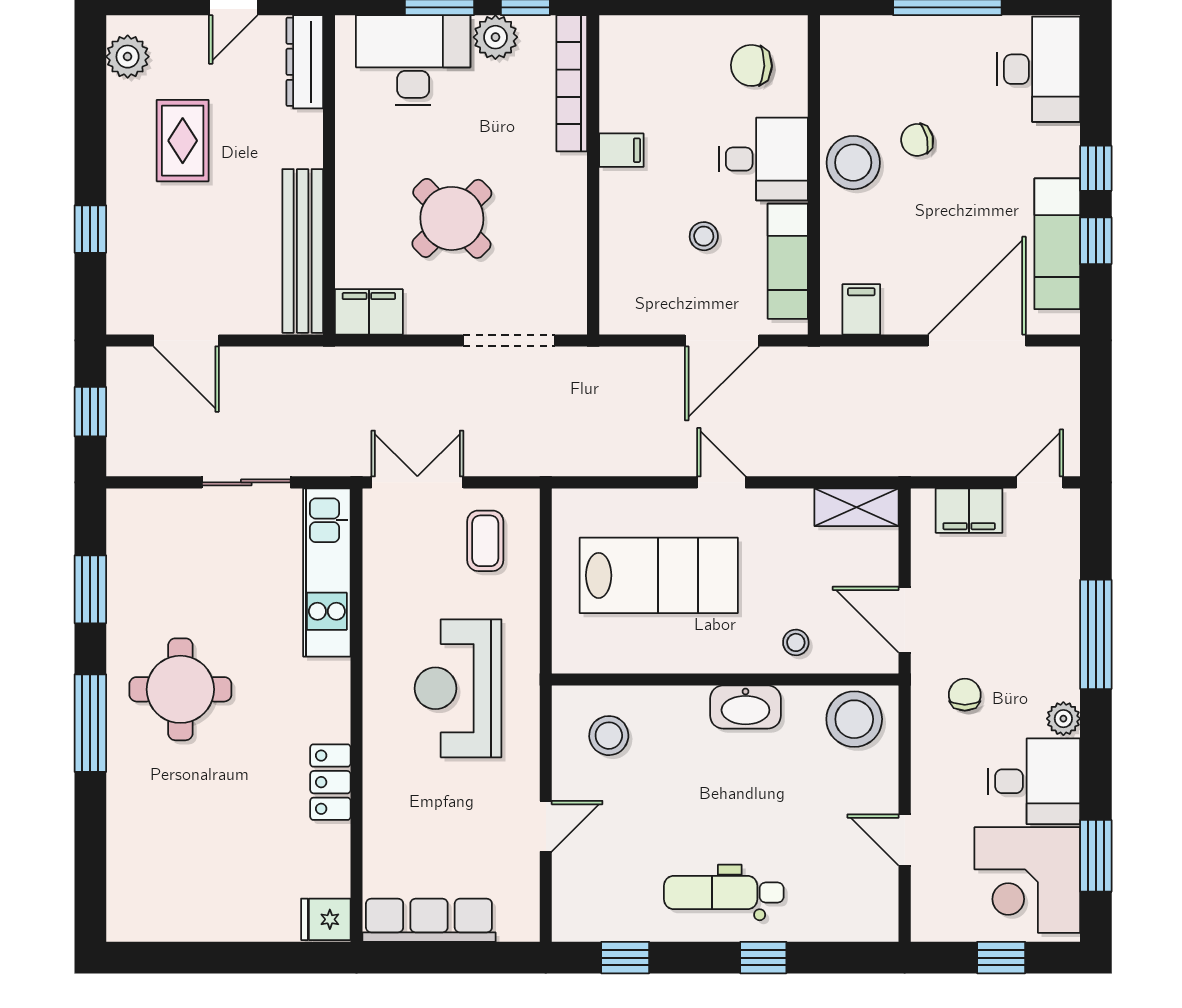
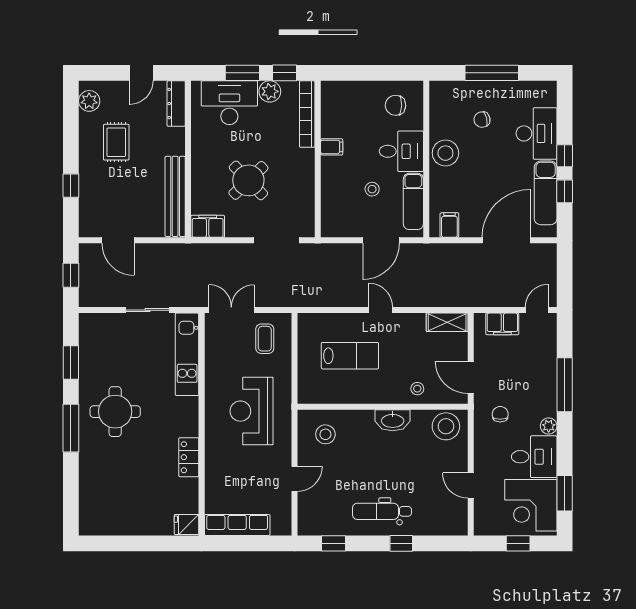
desk: (1039, 69) -> (537, 133), moved
chair: (917, 140) -> (482, 120), moved
lab bench: (659, 575) -> (350, 356), width x0.73, depth x0.72

